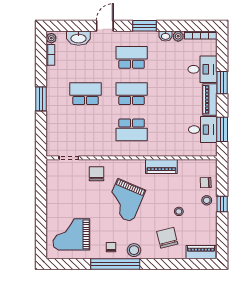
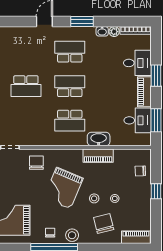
washbasin: (78, 38) -> (99, 139), moved, turned 180
school desk: (86, 94) -> (26, 86), turned 180
stool: (207, 200) -> (94, 198), moved

